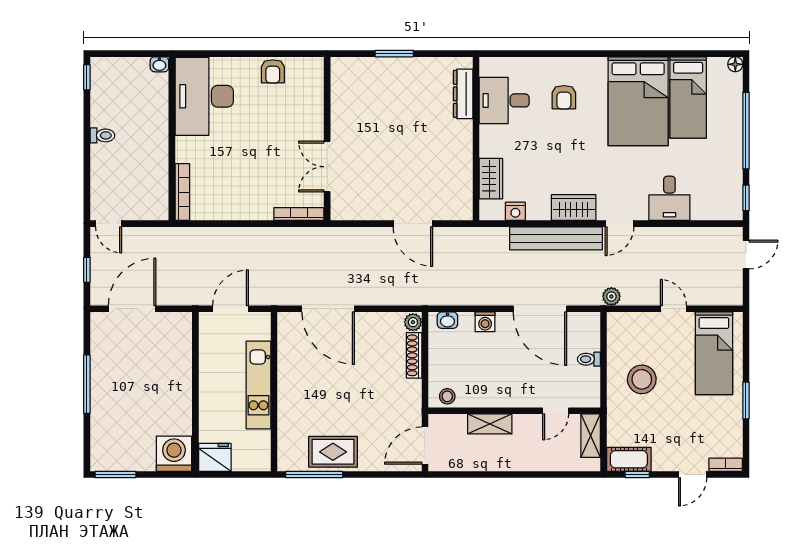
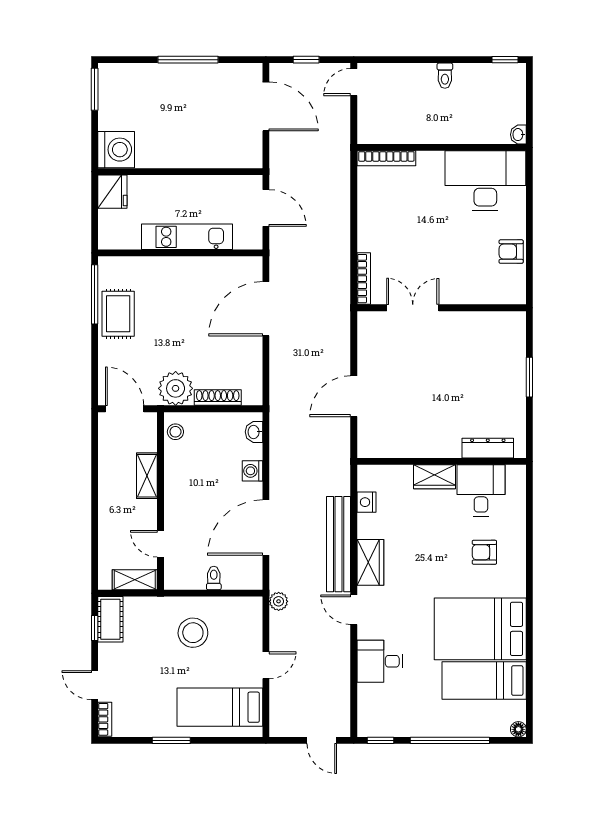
wardrobe: (491, 179) -> (434, 477), moved
plant: (413, 322) -> (176, 388), moved, width x1.87, depth x1.87

